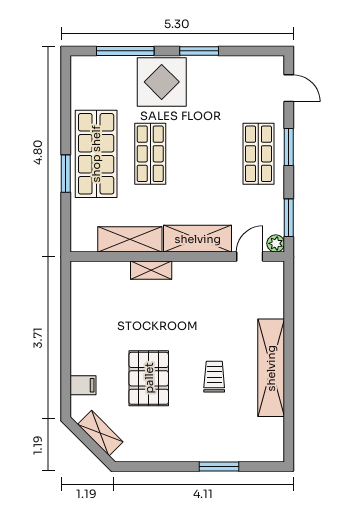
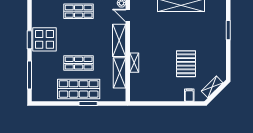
display table: (162, 82) -> (45, 39), moved
trolley: (214, 377) -> (185, 32), removed
pallet: (149, 378) -> (186, 64), turned 90

